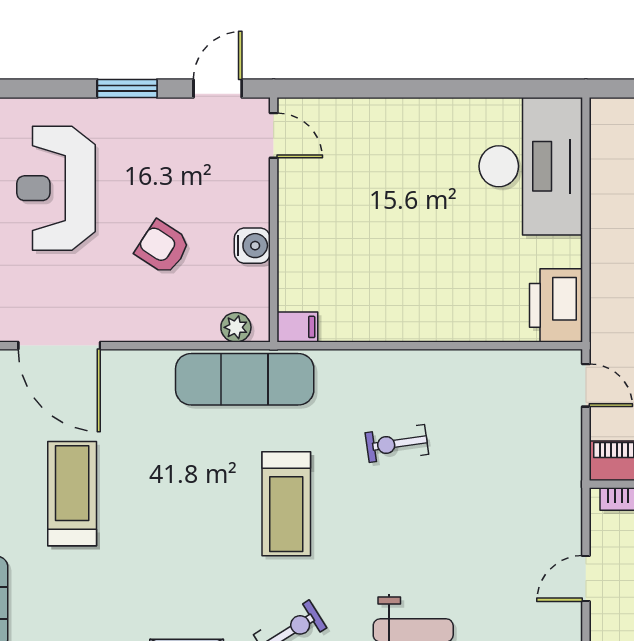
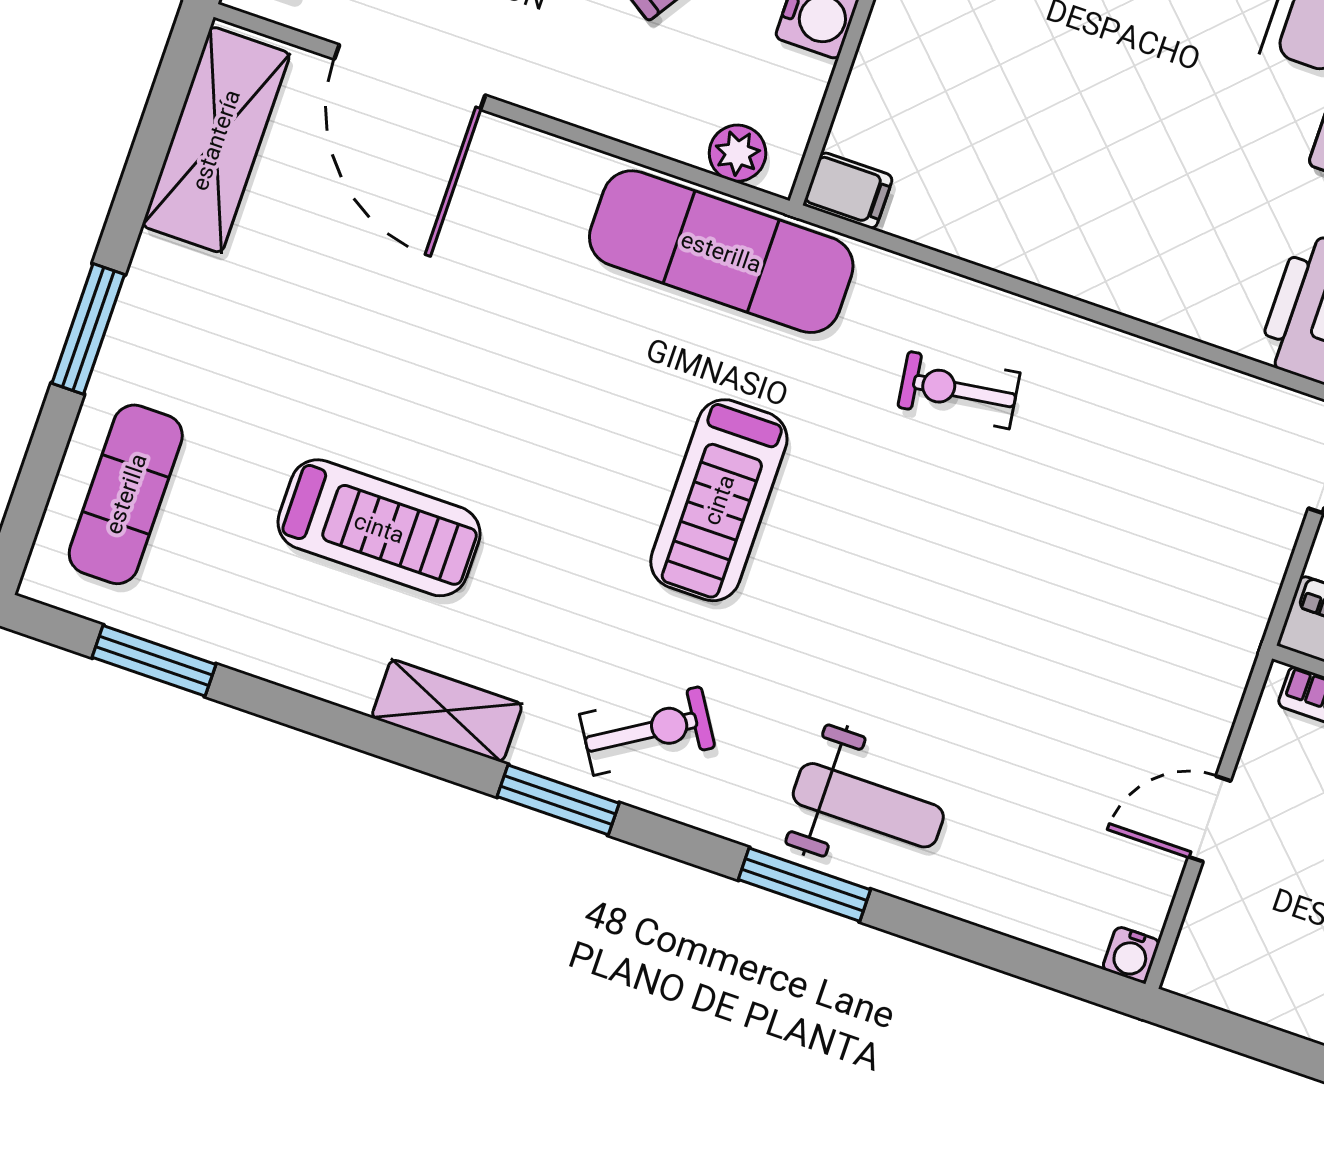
exercise bike: (397, 444) -> (959, 390), moved
treadmill: (72, 494) -> (379, 528), moved, turned 90

